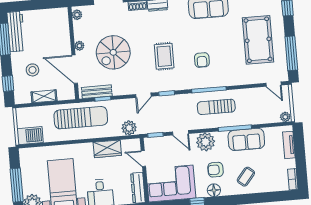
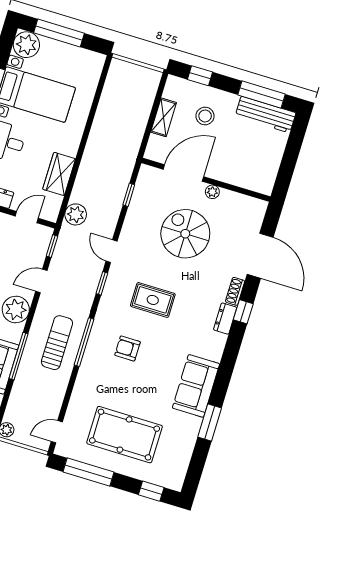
plant: (77, 15) -> (255, 205), removed
bench: (97, 92) -> (141, 191), removed
sun lounger: (81, 118) -> (115, 155), removed
barbecue: (30, 136) -> (118, 77), removed

